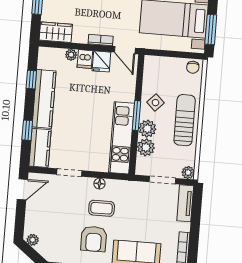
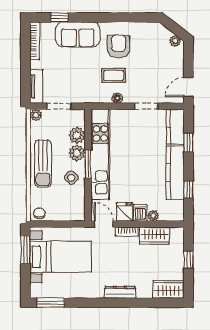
wardrobe: (56, 32) -> (154, 236), moved
kitchen unit: (121, 138) -> (100, 154), width x1.36

